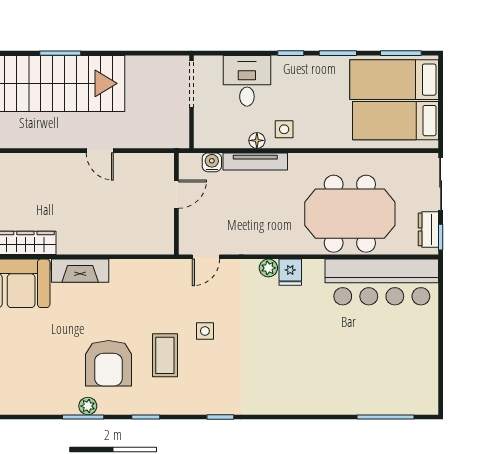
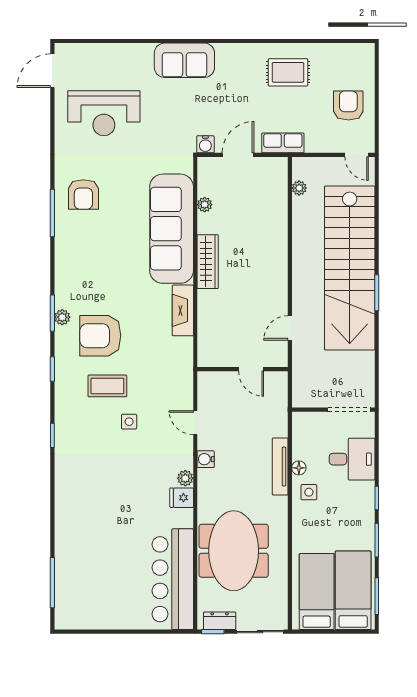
water cooler: (212, 162) -> (206, 459), moved, turned 180
door: (176, 194) -> (251, 369), moved
wall: (176, 204) -> (243, 369), moved

